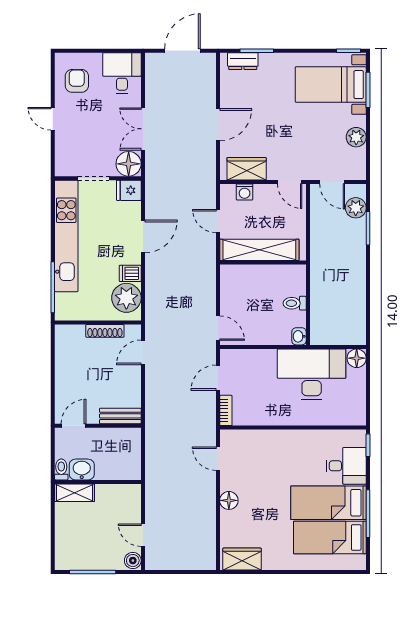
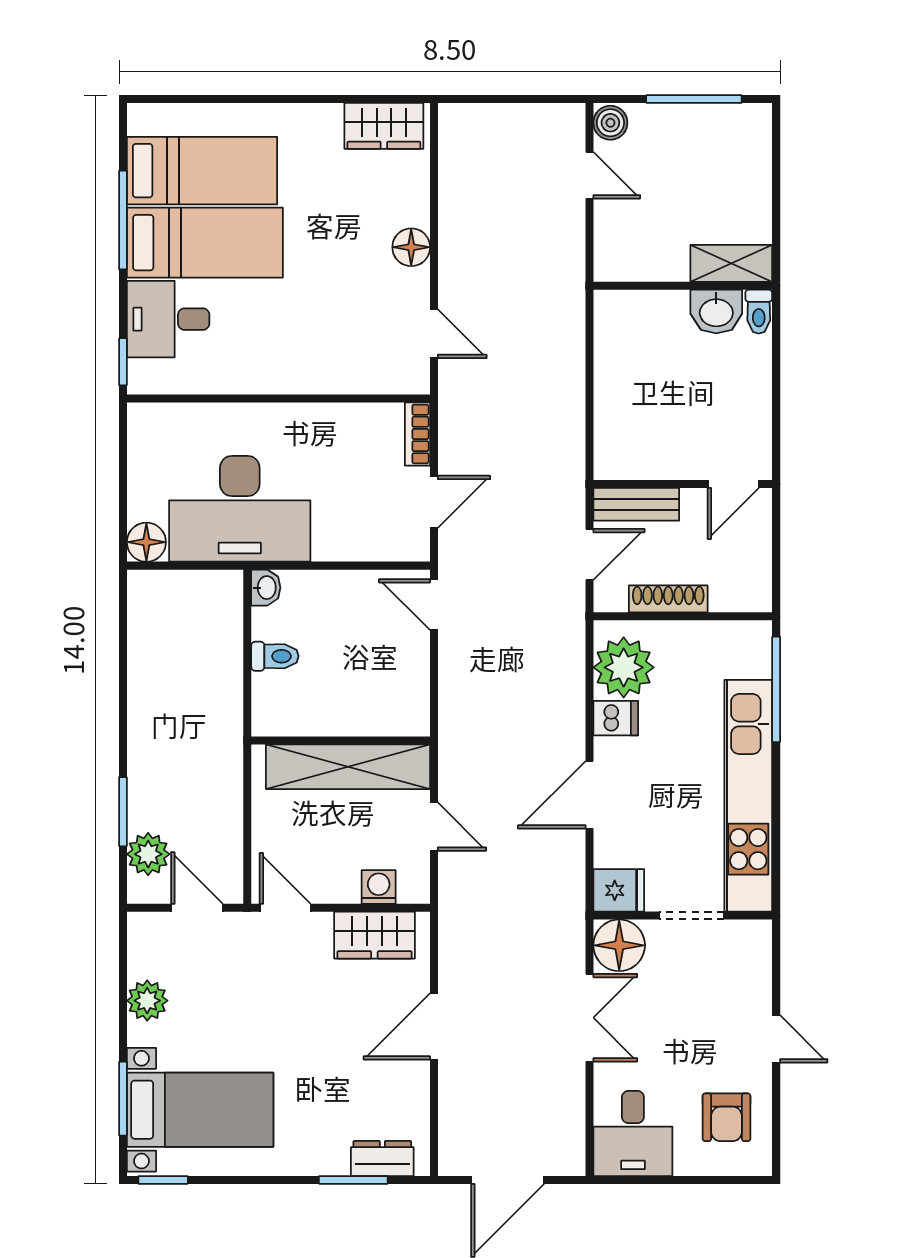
bench: (120, 416) -> (636, 504), moved
door: (74, 426) -> (733, 484), moved
wall: (98, 426) -> (683, 484), moved

